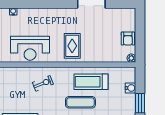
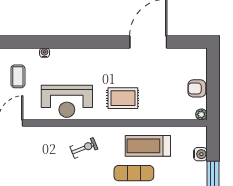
armchair: (128, 39) -> (197, 88), turned 90
rug: (72, 46) -> (123, 98), turned 90

